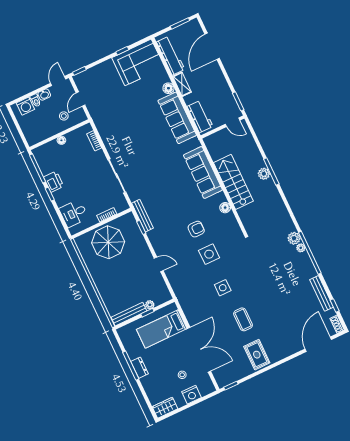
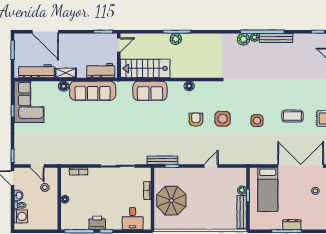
sofa: (203, 173) -> (150, 91), width x0.73
stairs: (233, 182) -> (145, 68), moved
bench: (322, 293) -> (276, 38), moved

